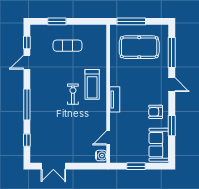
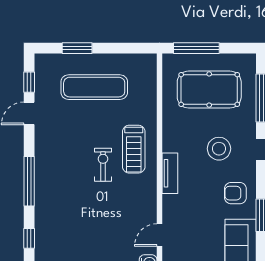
exercise mat: (67, 46) -> (94, 87), width x1.36, depth x1.45
stool: (145, 84) -> (219, 149), added

